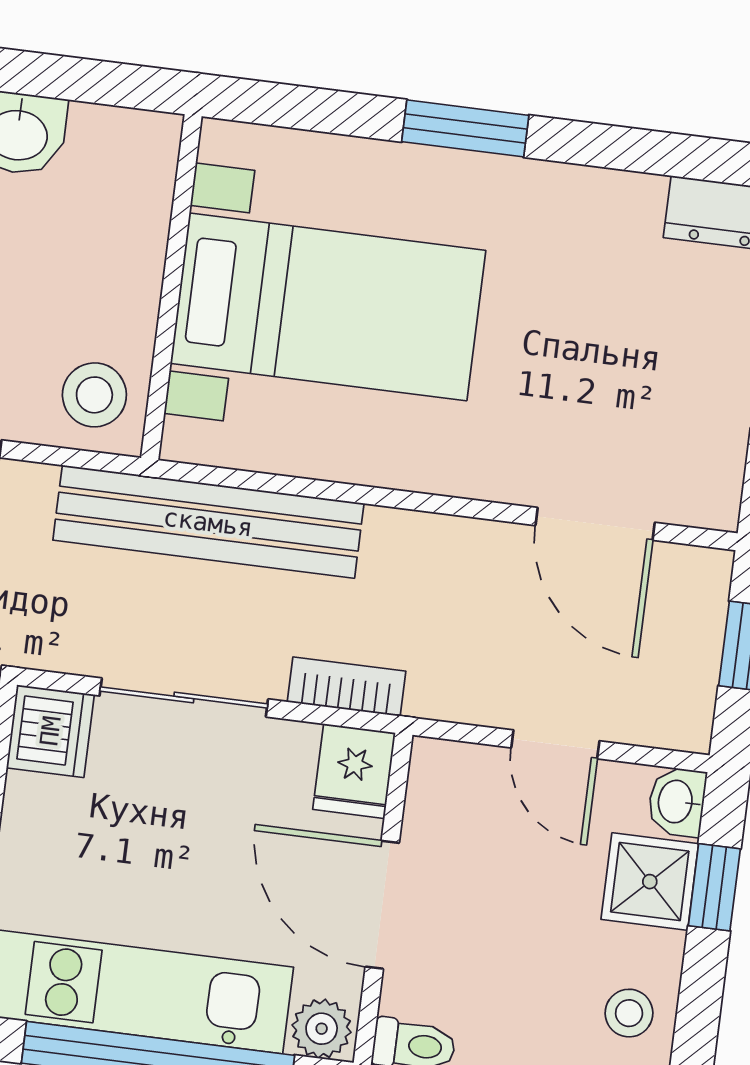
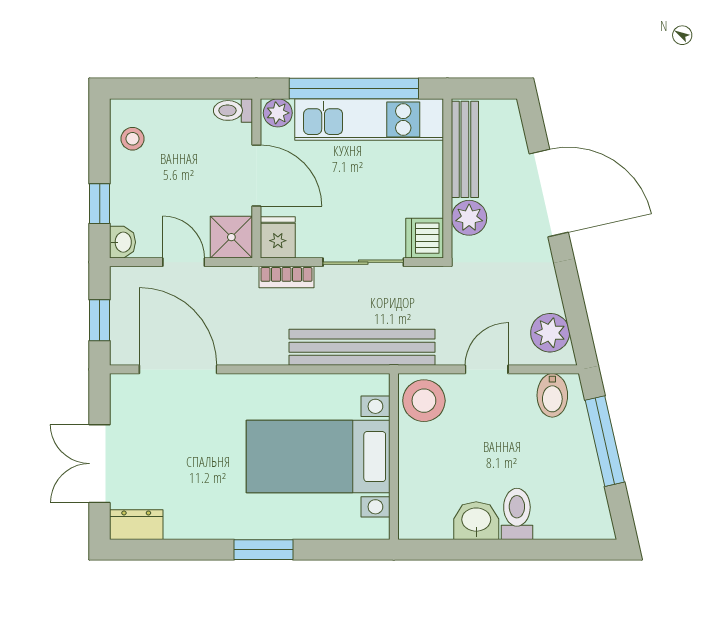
stool: (94, 395) -> (424, 401), width x1.38, depth x1.38
door: (595, 524) -> (178, 369), width x1.36
shower: (650, 882) -> (231, 237), moved

